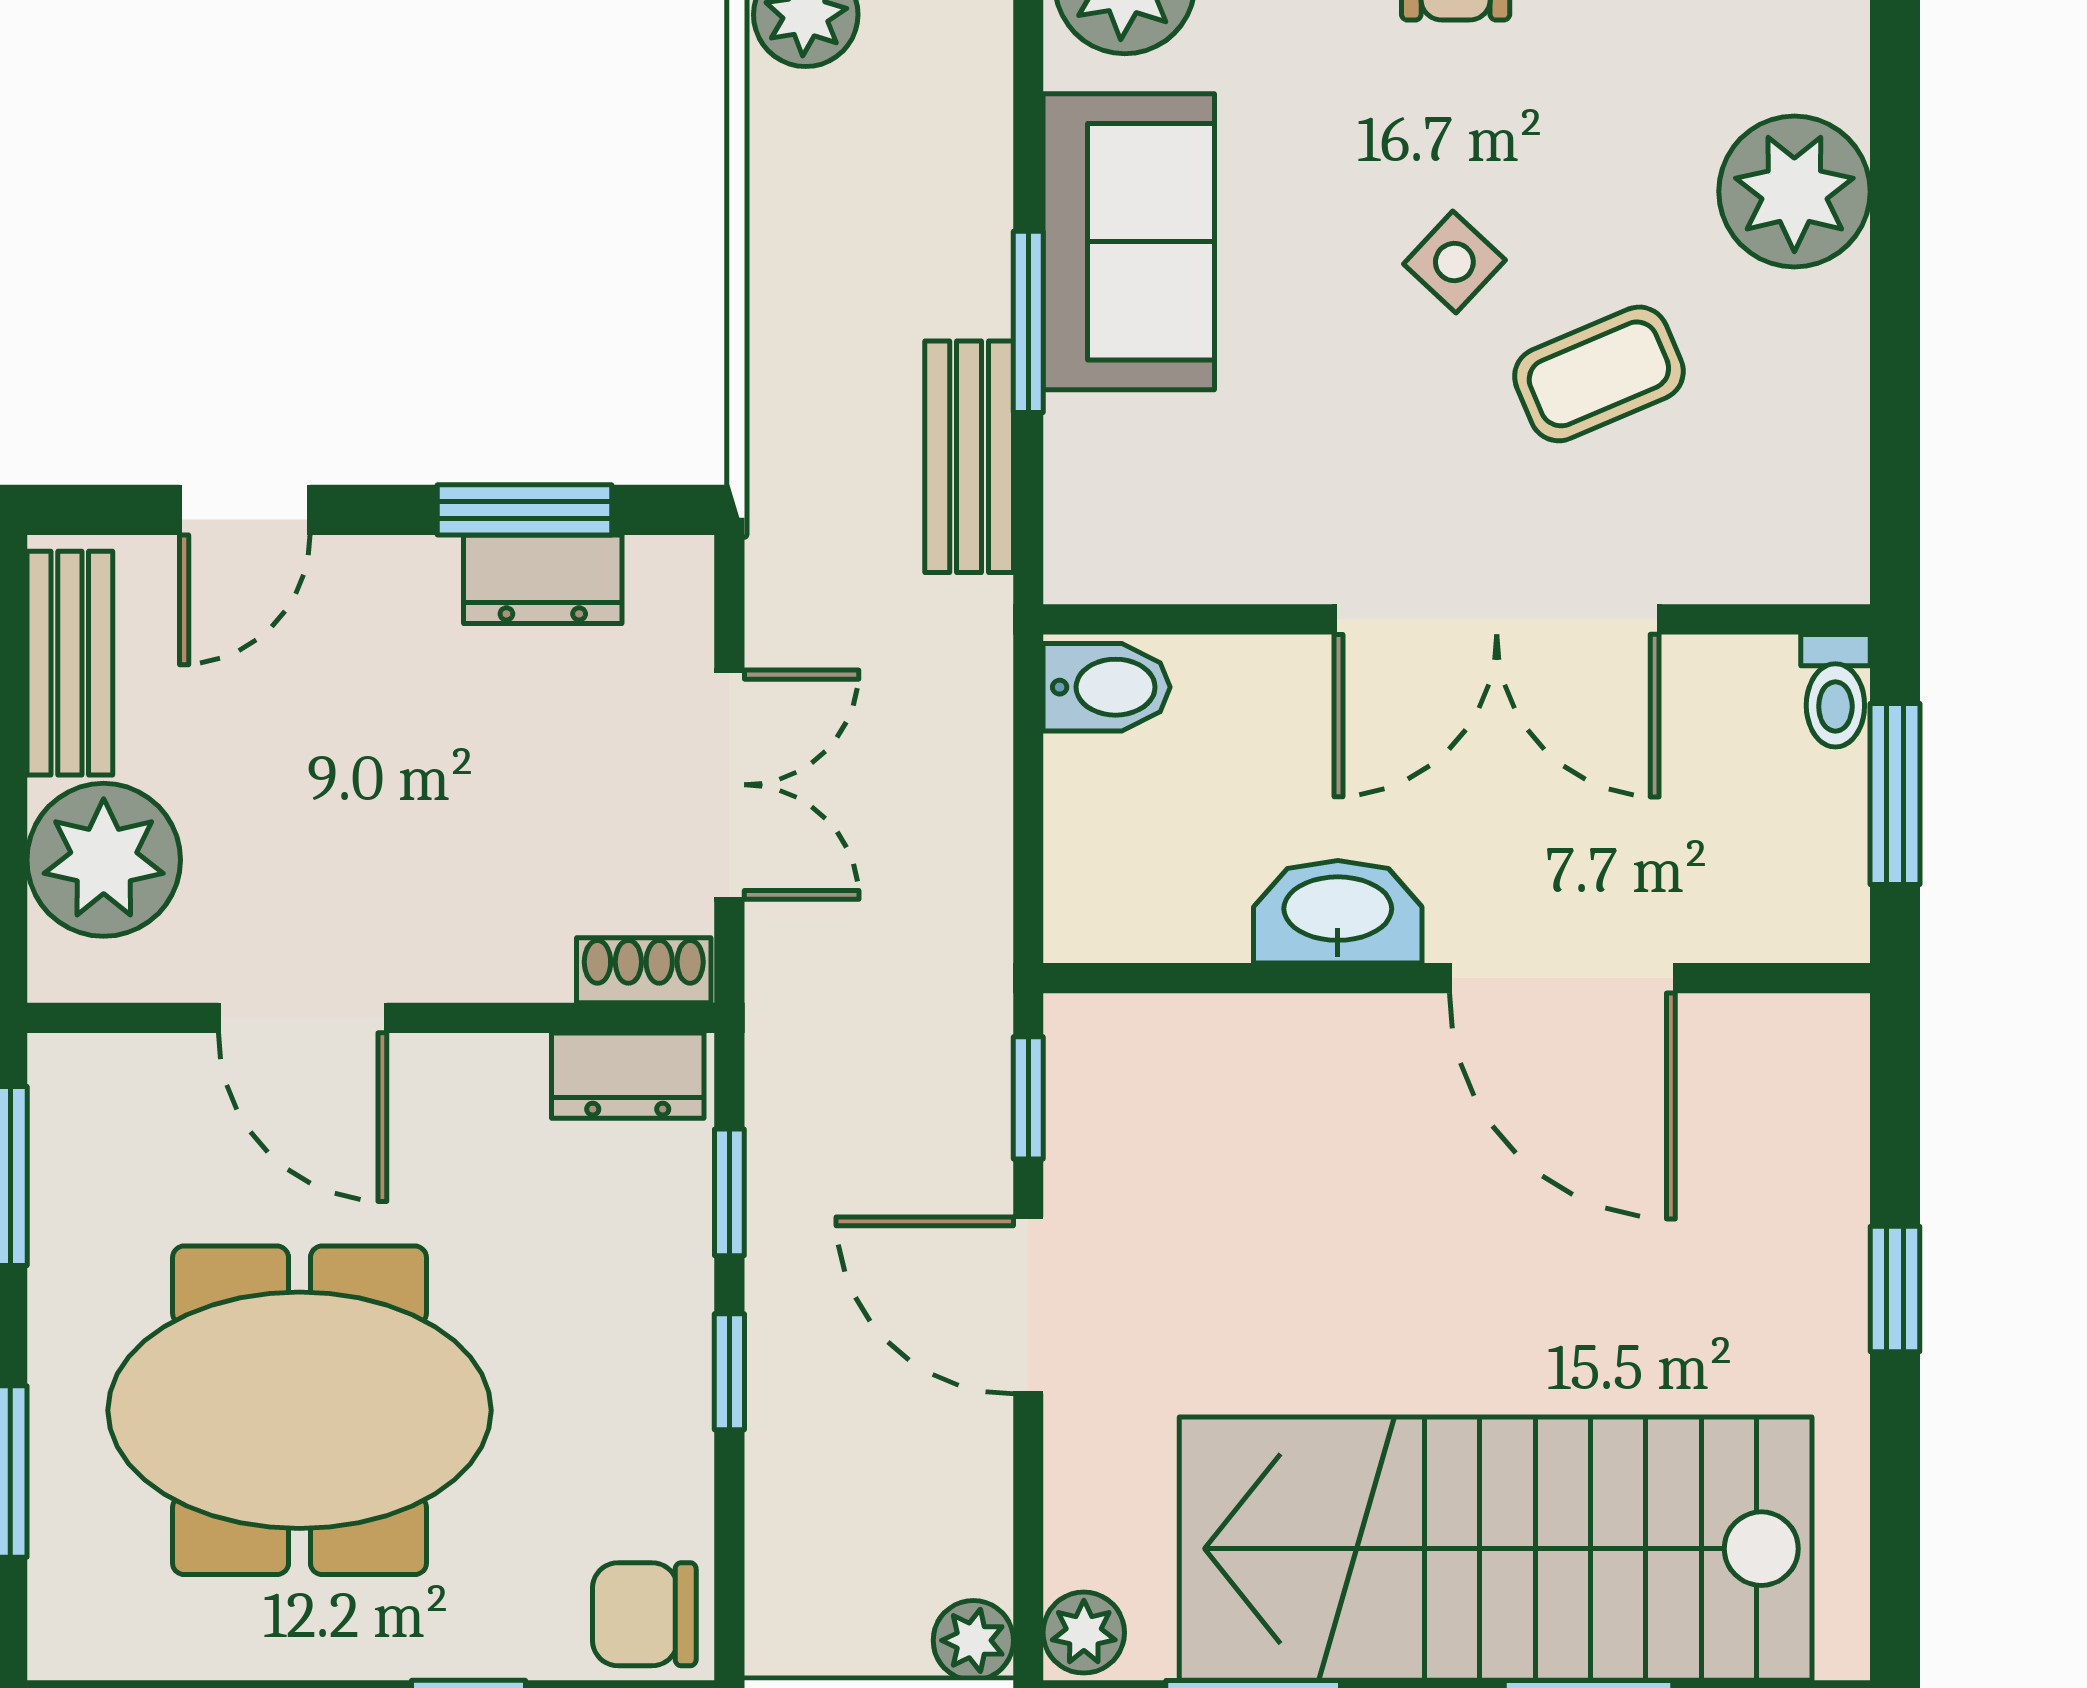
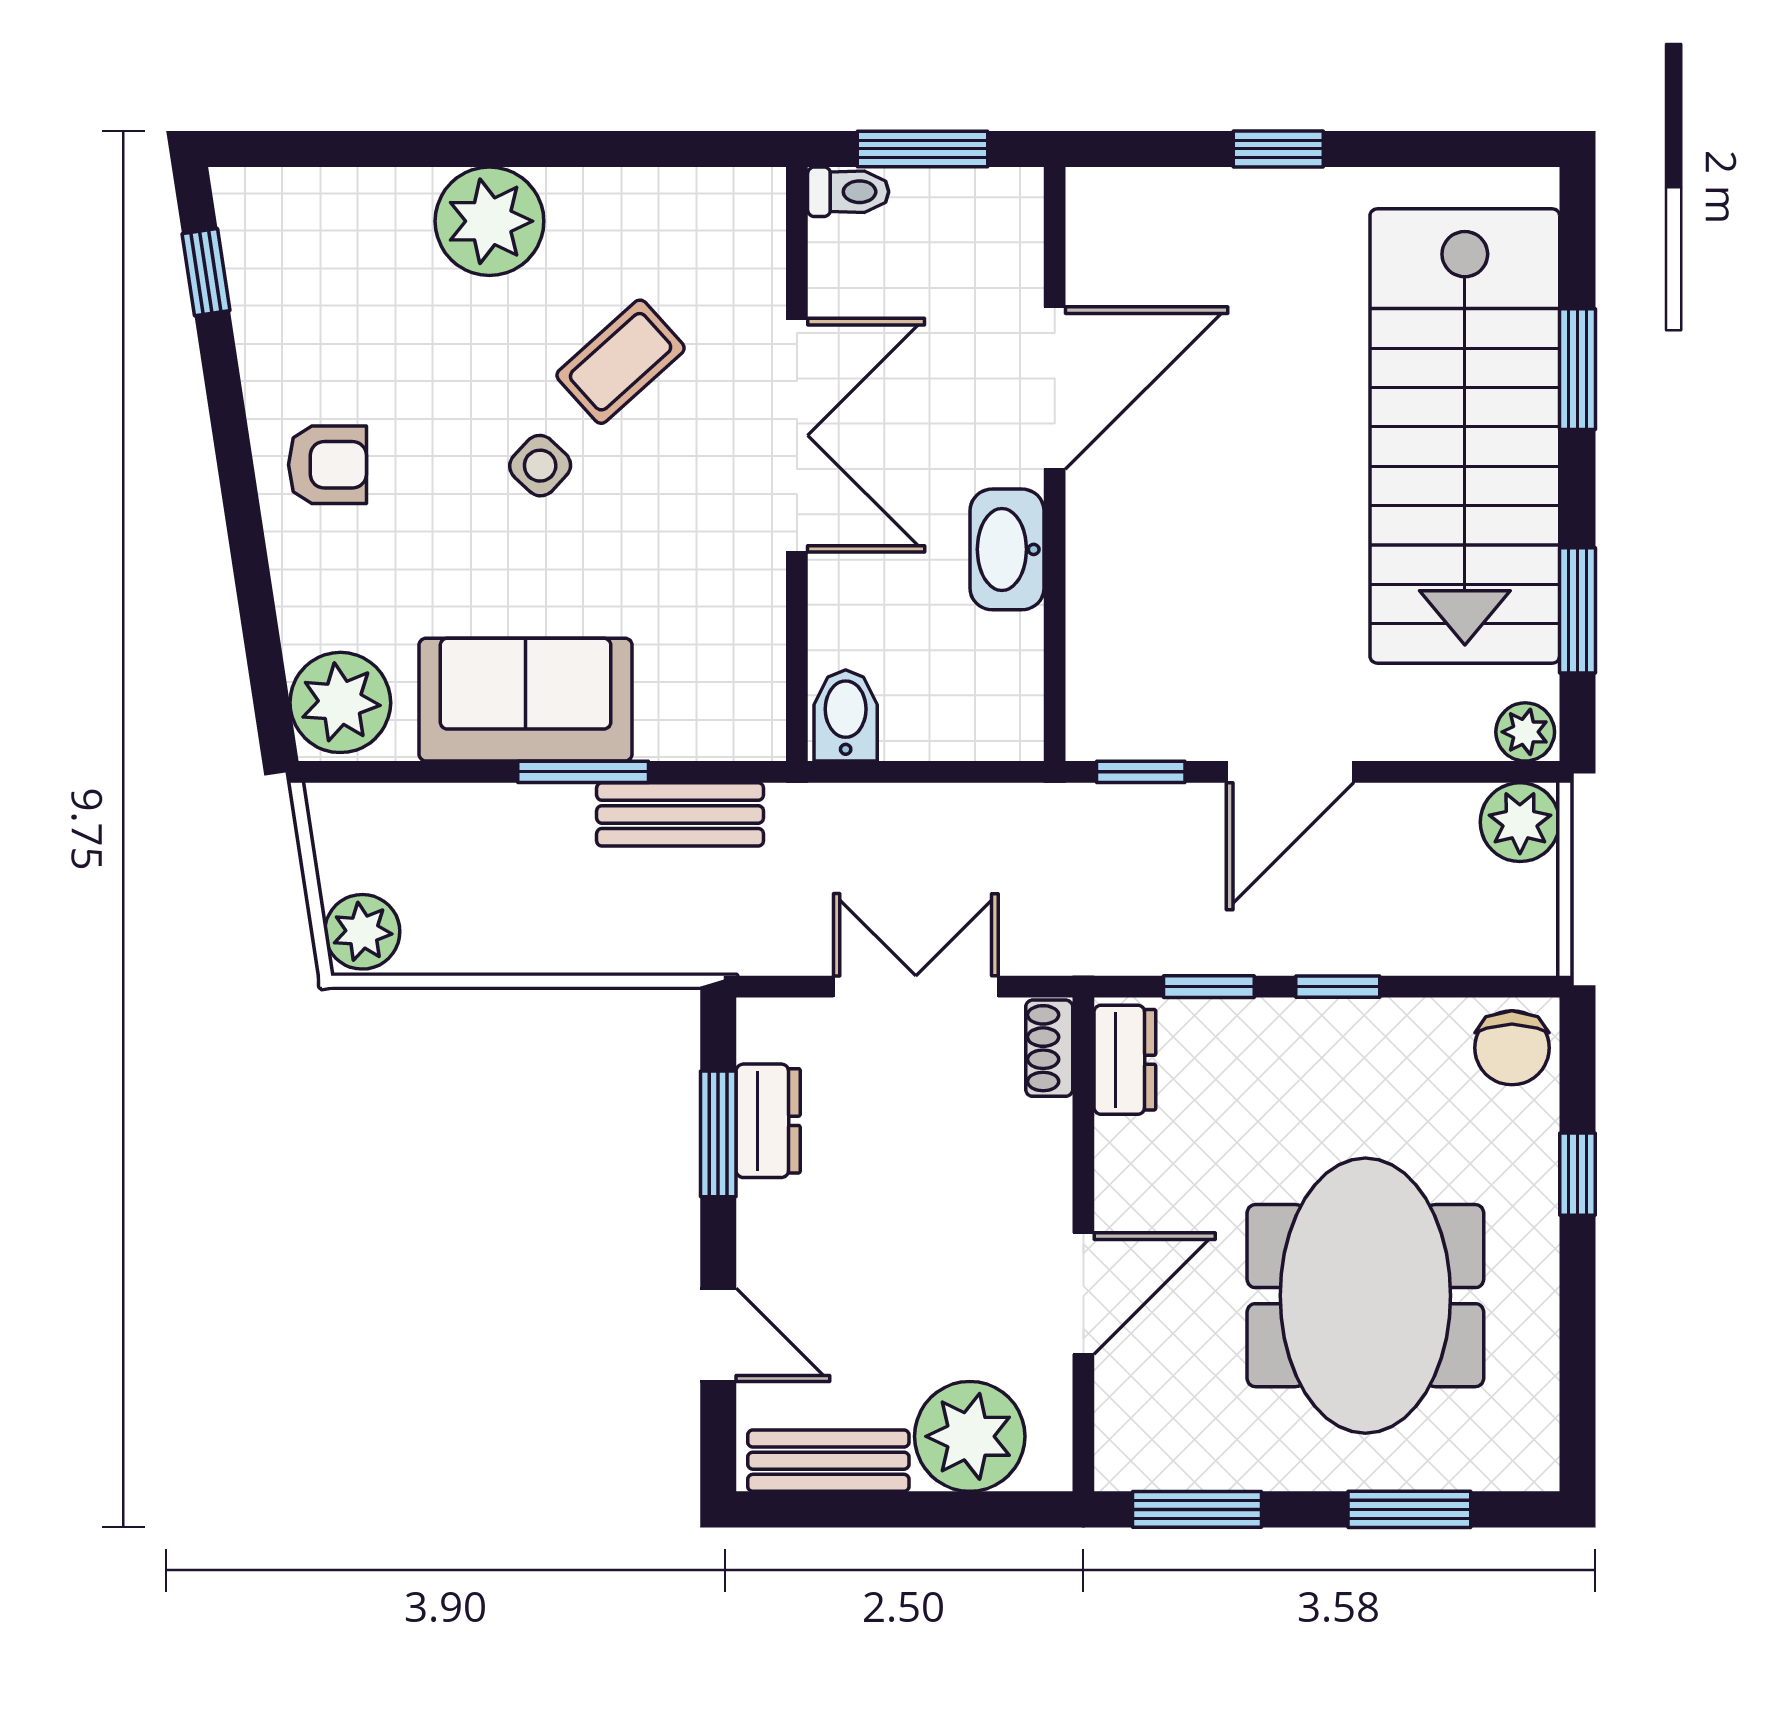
coffee table: (1599, 374) -> (621, 362), turned 71
plant: (973, 1640) -> (1520, 822), width x1.38, depth x1.38

